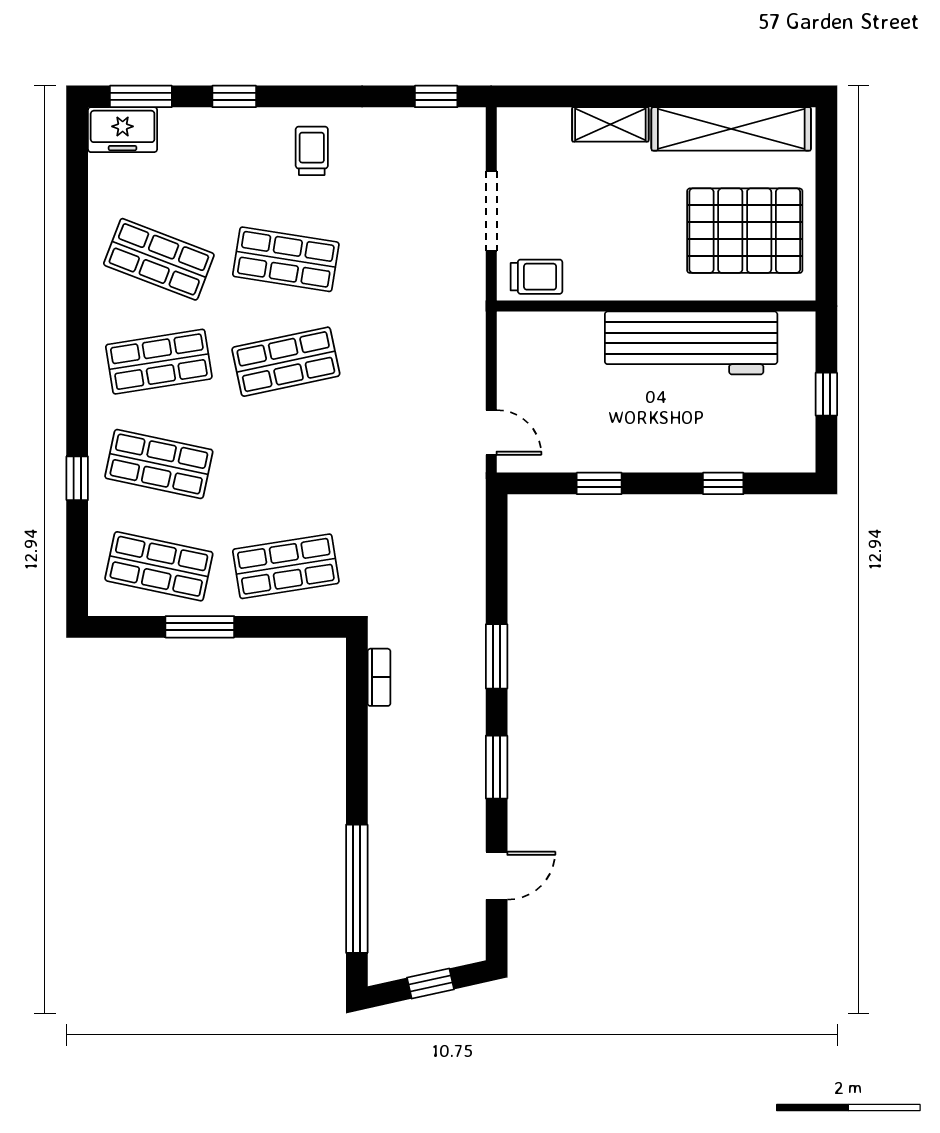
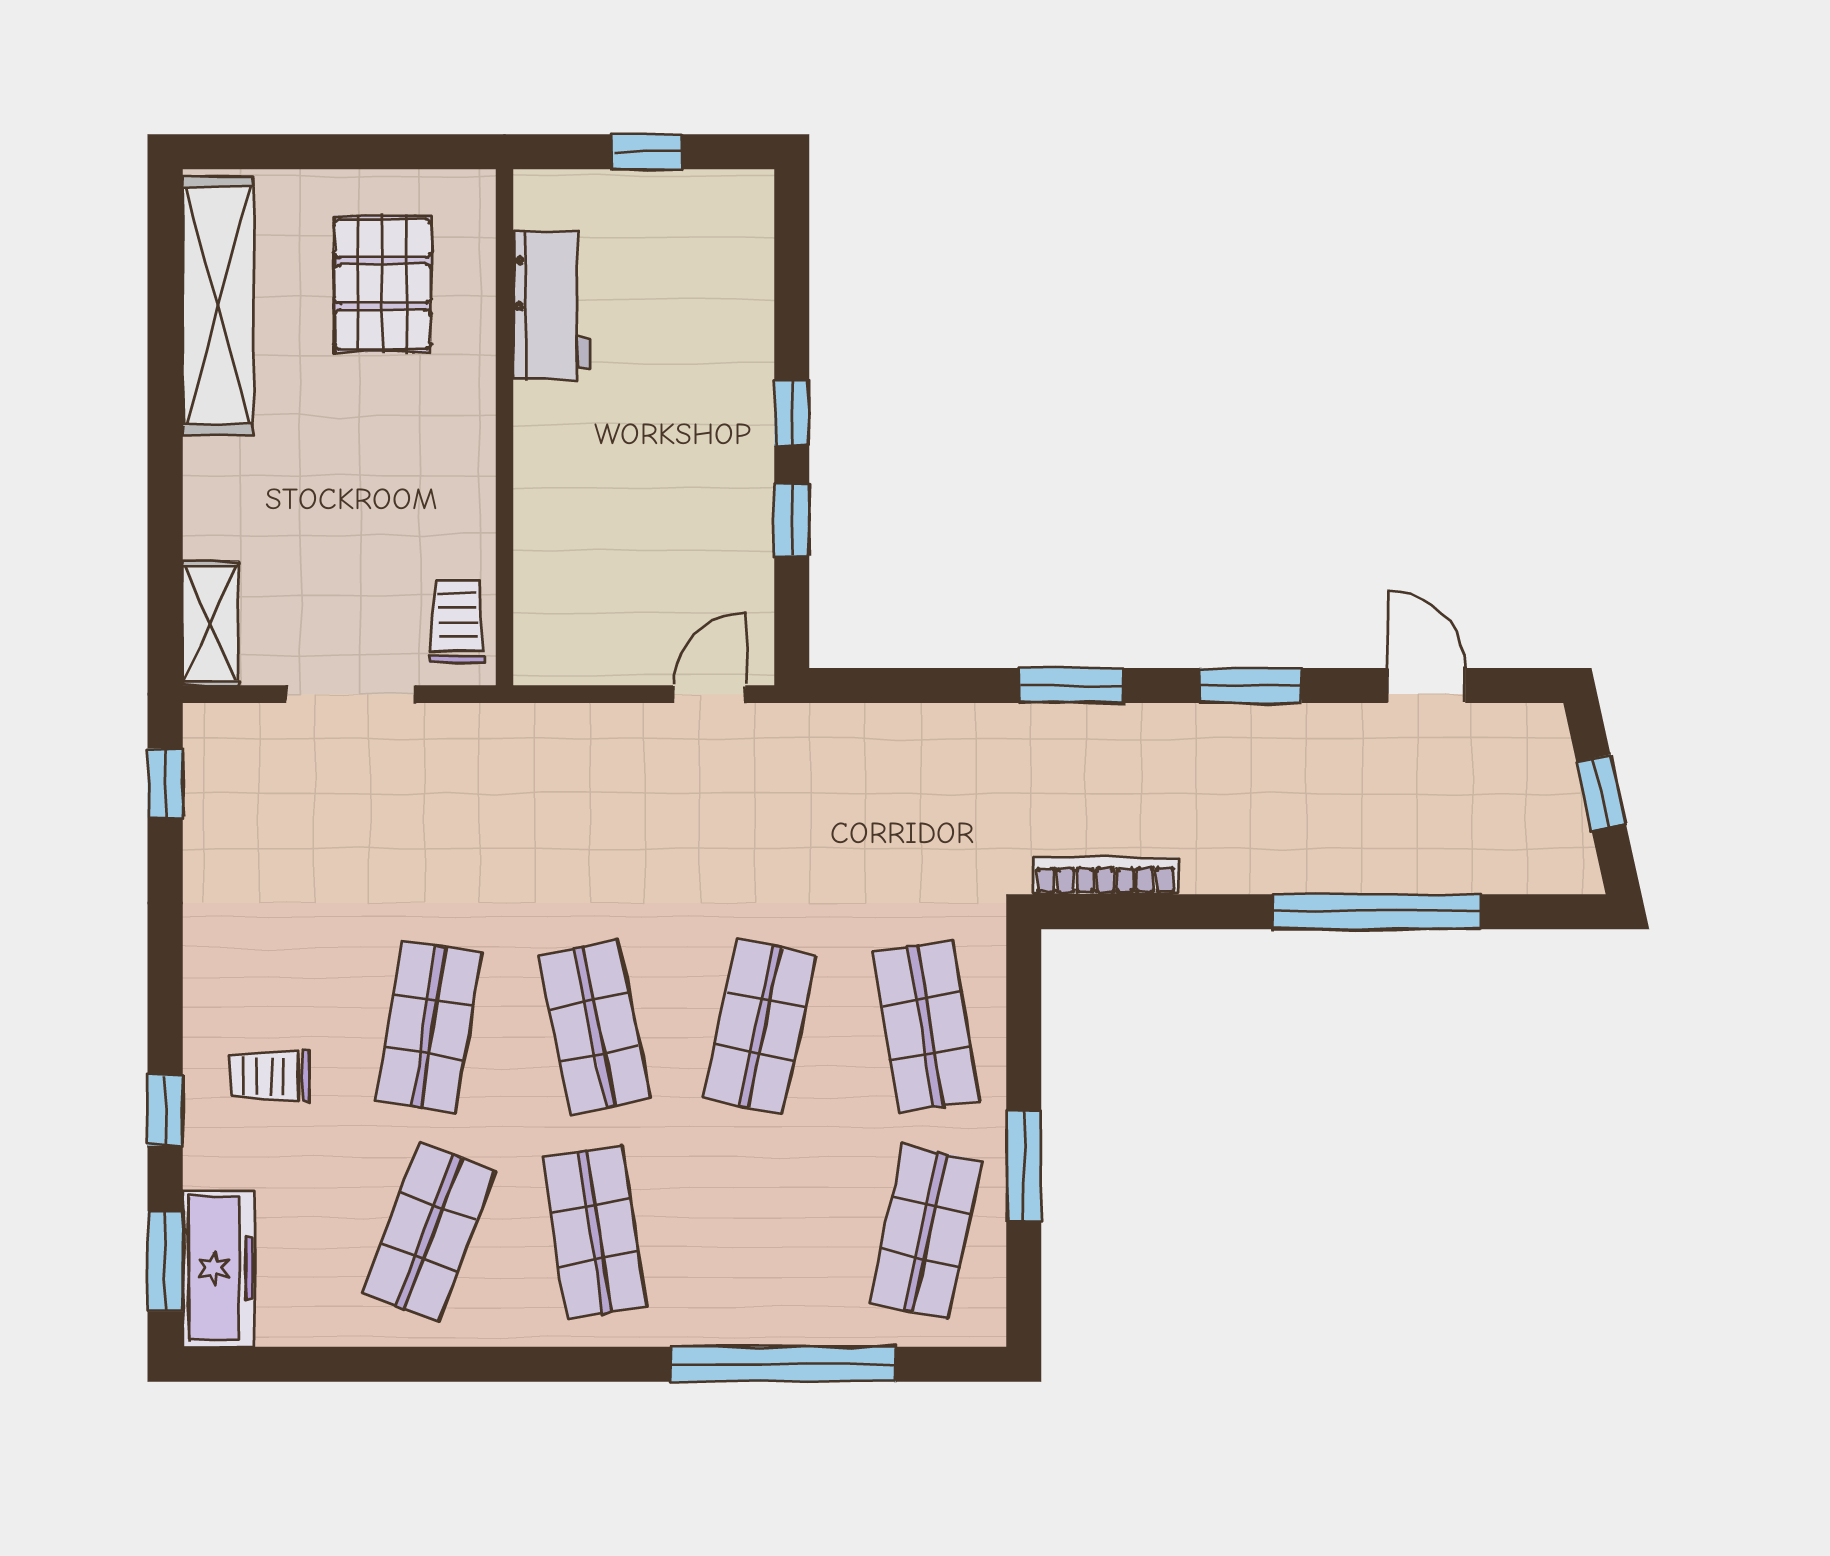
shelving: (610, 124) -> (210, 624), moved
freezer: (123, 130) -> (219, 1268), width x1.40
trolley: (312, 151) -> (269, 1076), moved
pallet: (745, 231) -> (382, 284), width x0.73, depth x0.71
workbench: (691, 343) -> (552, 305), width x0.53, depth x0.76
shop shelf: (159, 464) -> (760, 1026), moved
window: (77, 478) -> (783, 1364), width x3.17
window: (723, 483) -> (792, 413), moved
bookcase: (379, 677) -> (1105, 876), width x1.56
window: (357, 889) -> (1376, 912), moved

